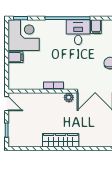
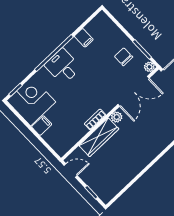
desk: (78, 32) -> (63, 66), moved
wardrobe: (61, 140) -> (99, 137), moved, turned 180

